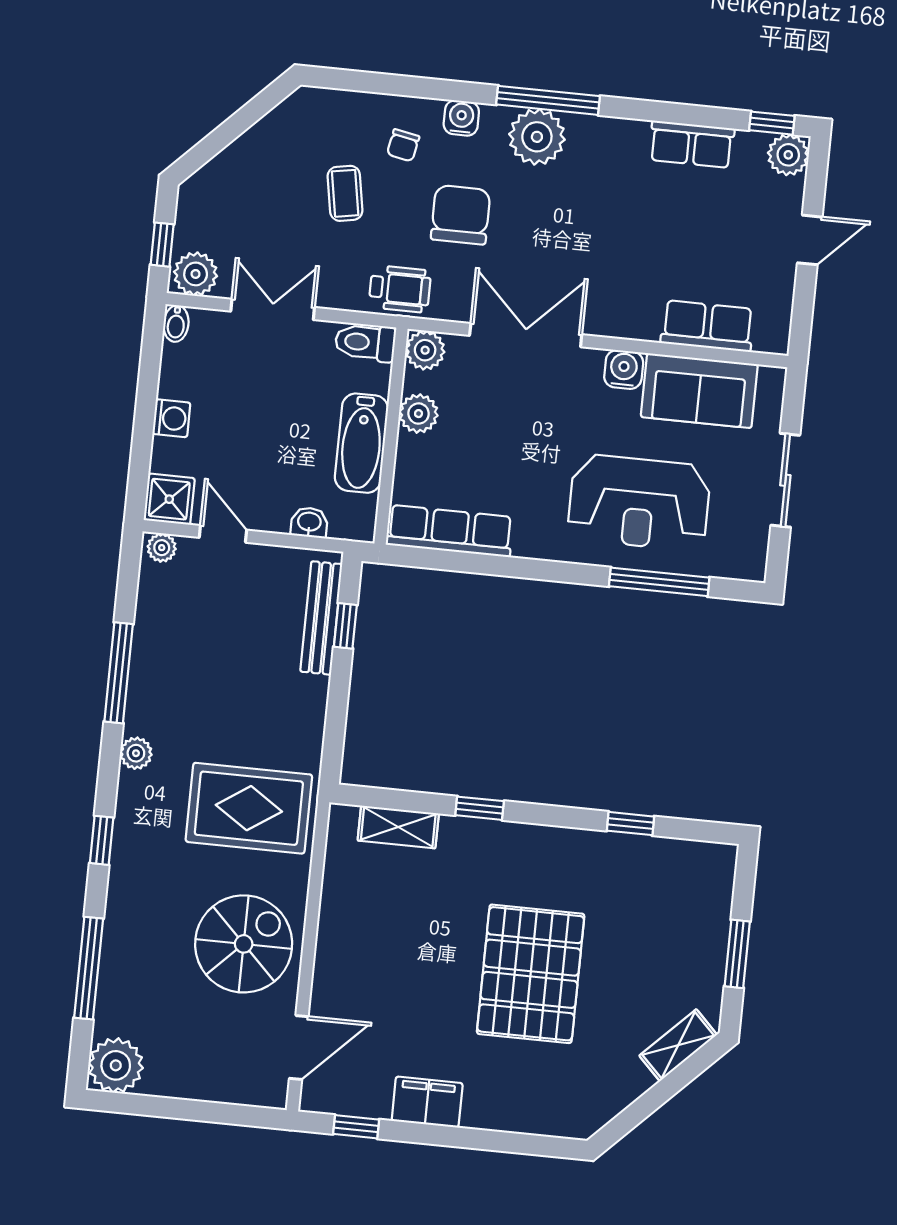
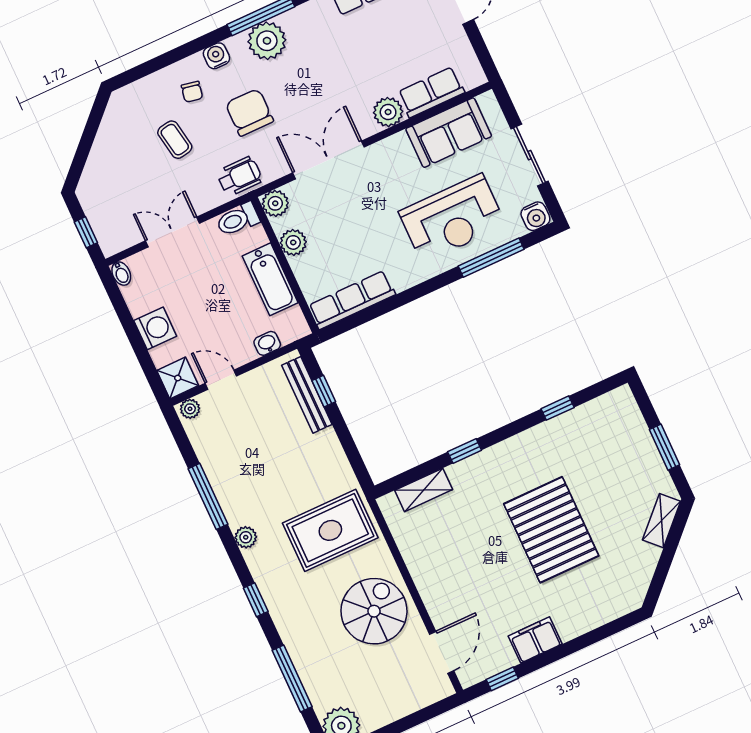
plant: (196, 274) -> (388, 112), moved
water cooler: (624, 369) -> (535, 216), moved, turned 180
washing machine: (171, 418) -> (155, 328), width x1.38, depth x1.38

